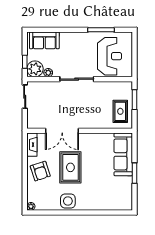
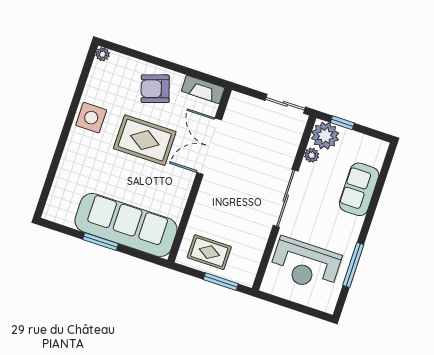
sofa: (44, 40) -> (359, 189), moved
sofa: (123, 154) -> (126, 225), width x1.36, depth x1.27

